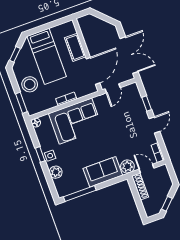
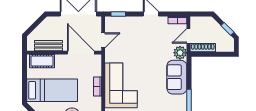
bench: (88, 37) -> (48, 46), added
cot: (75, 47) -> (42, 61), moved
door: (113, 88) -> (103, 40), hinge flipped
window: (147, 104) -> (118, 14), moved

